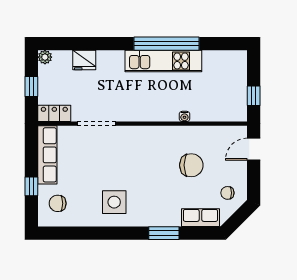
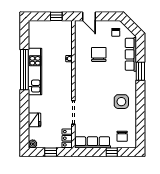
row of seats: (200, 218) -> (131, 54), width x1.48

